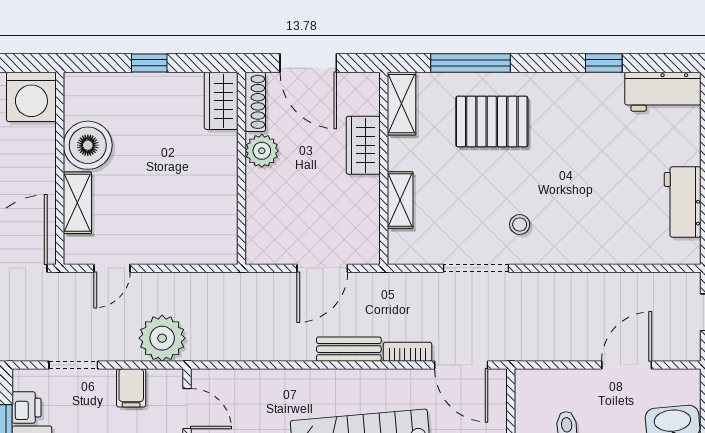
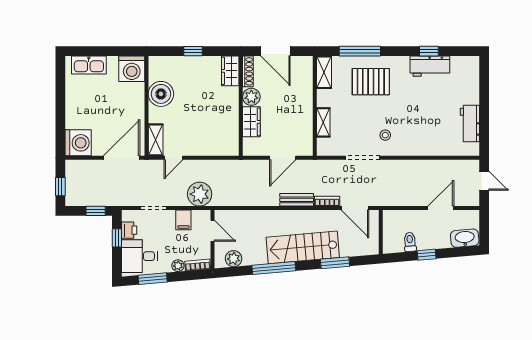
workbench: (663, 92) -> (430, 66), moved
wardrobe: (363, 145) -> (251, 122), moved, turned 180
shelving: (77, 203) -> (156, 140), moved

